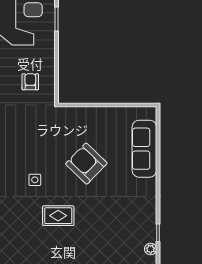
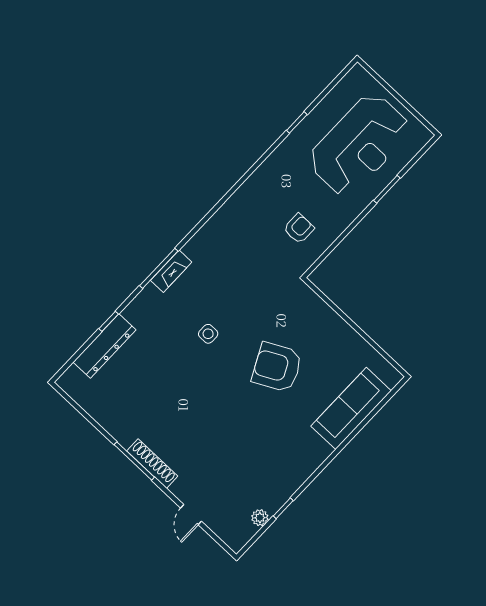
armchair: (86, 164) -> (277, 367), turned -71
rug: (58, 216) -> (197, 393), removed

